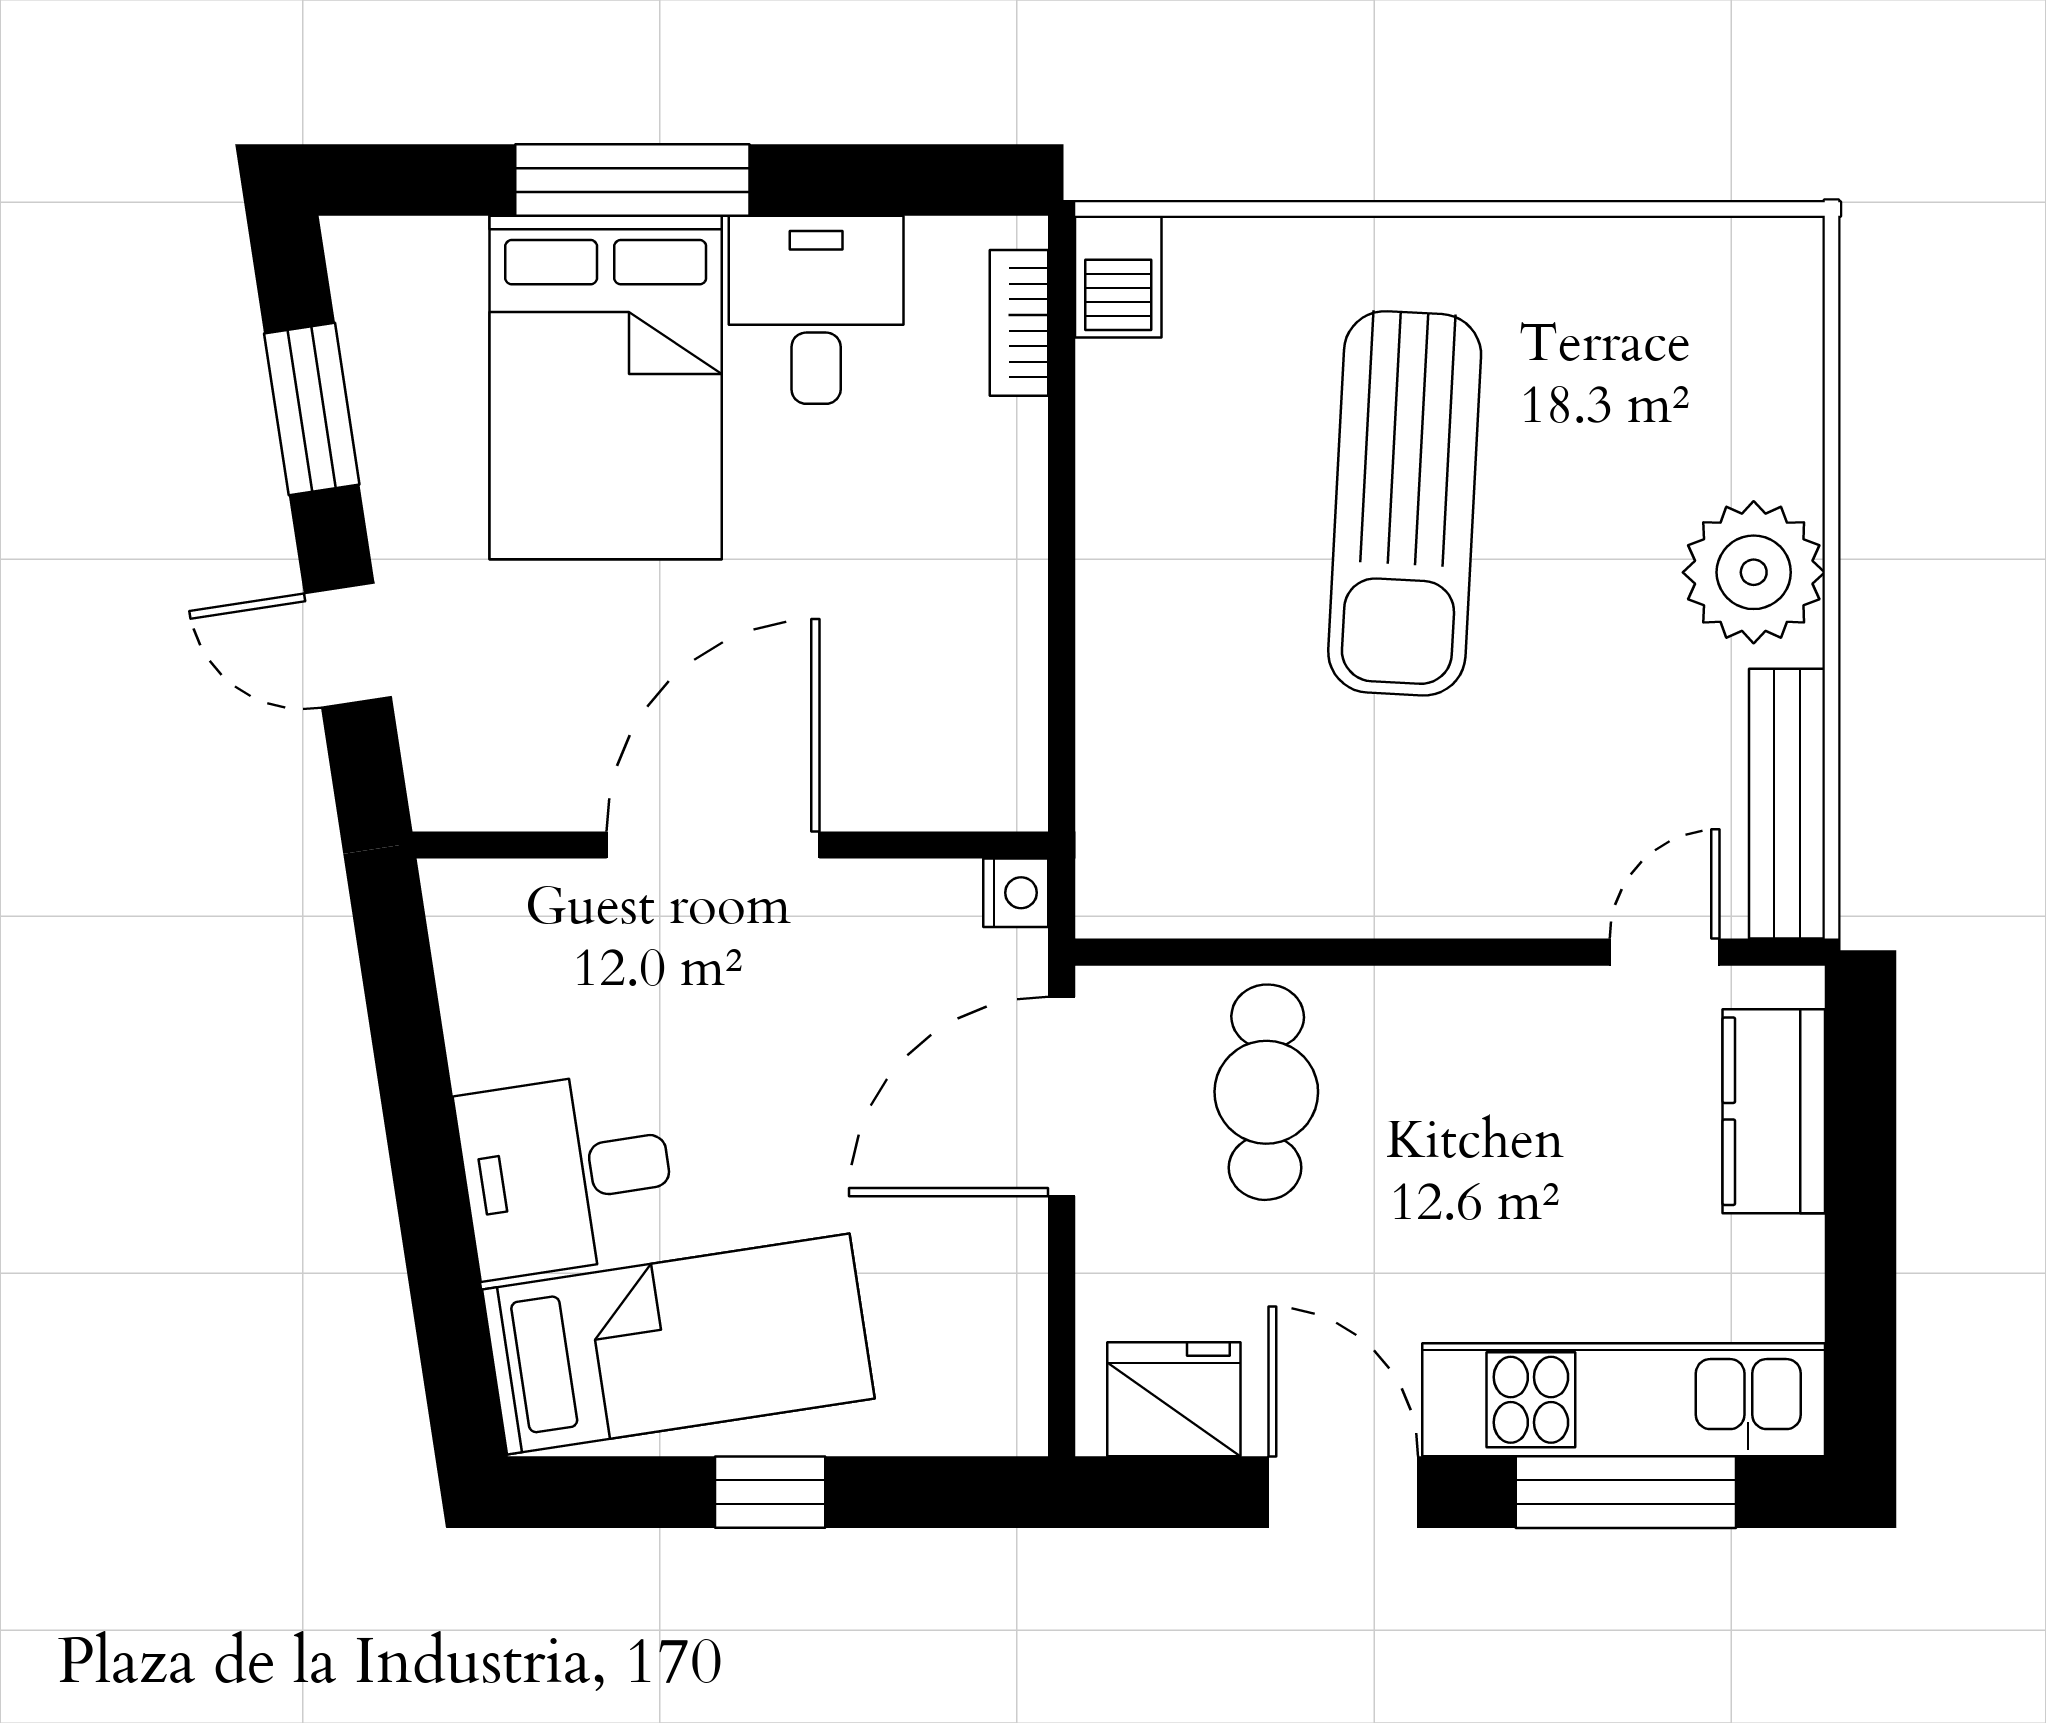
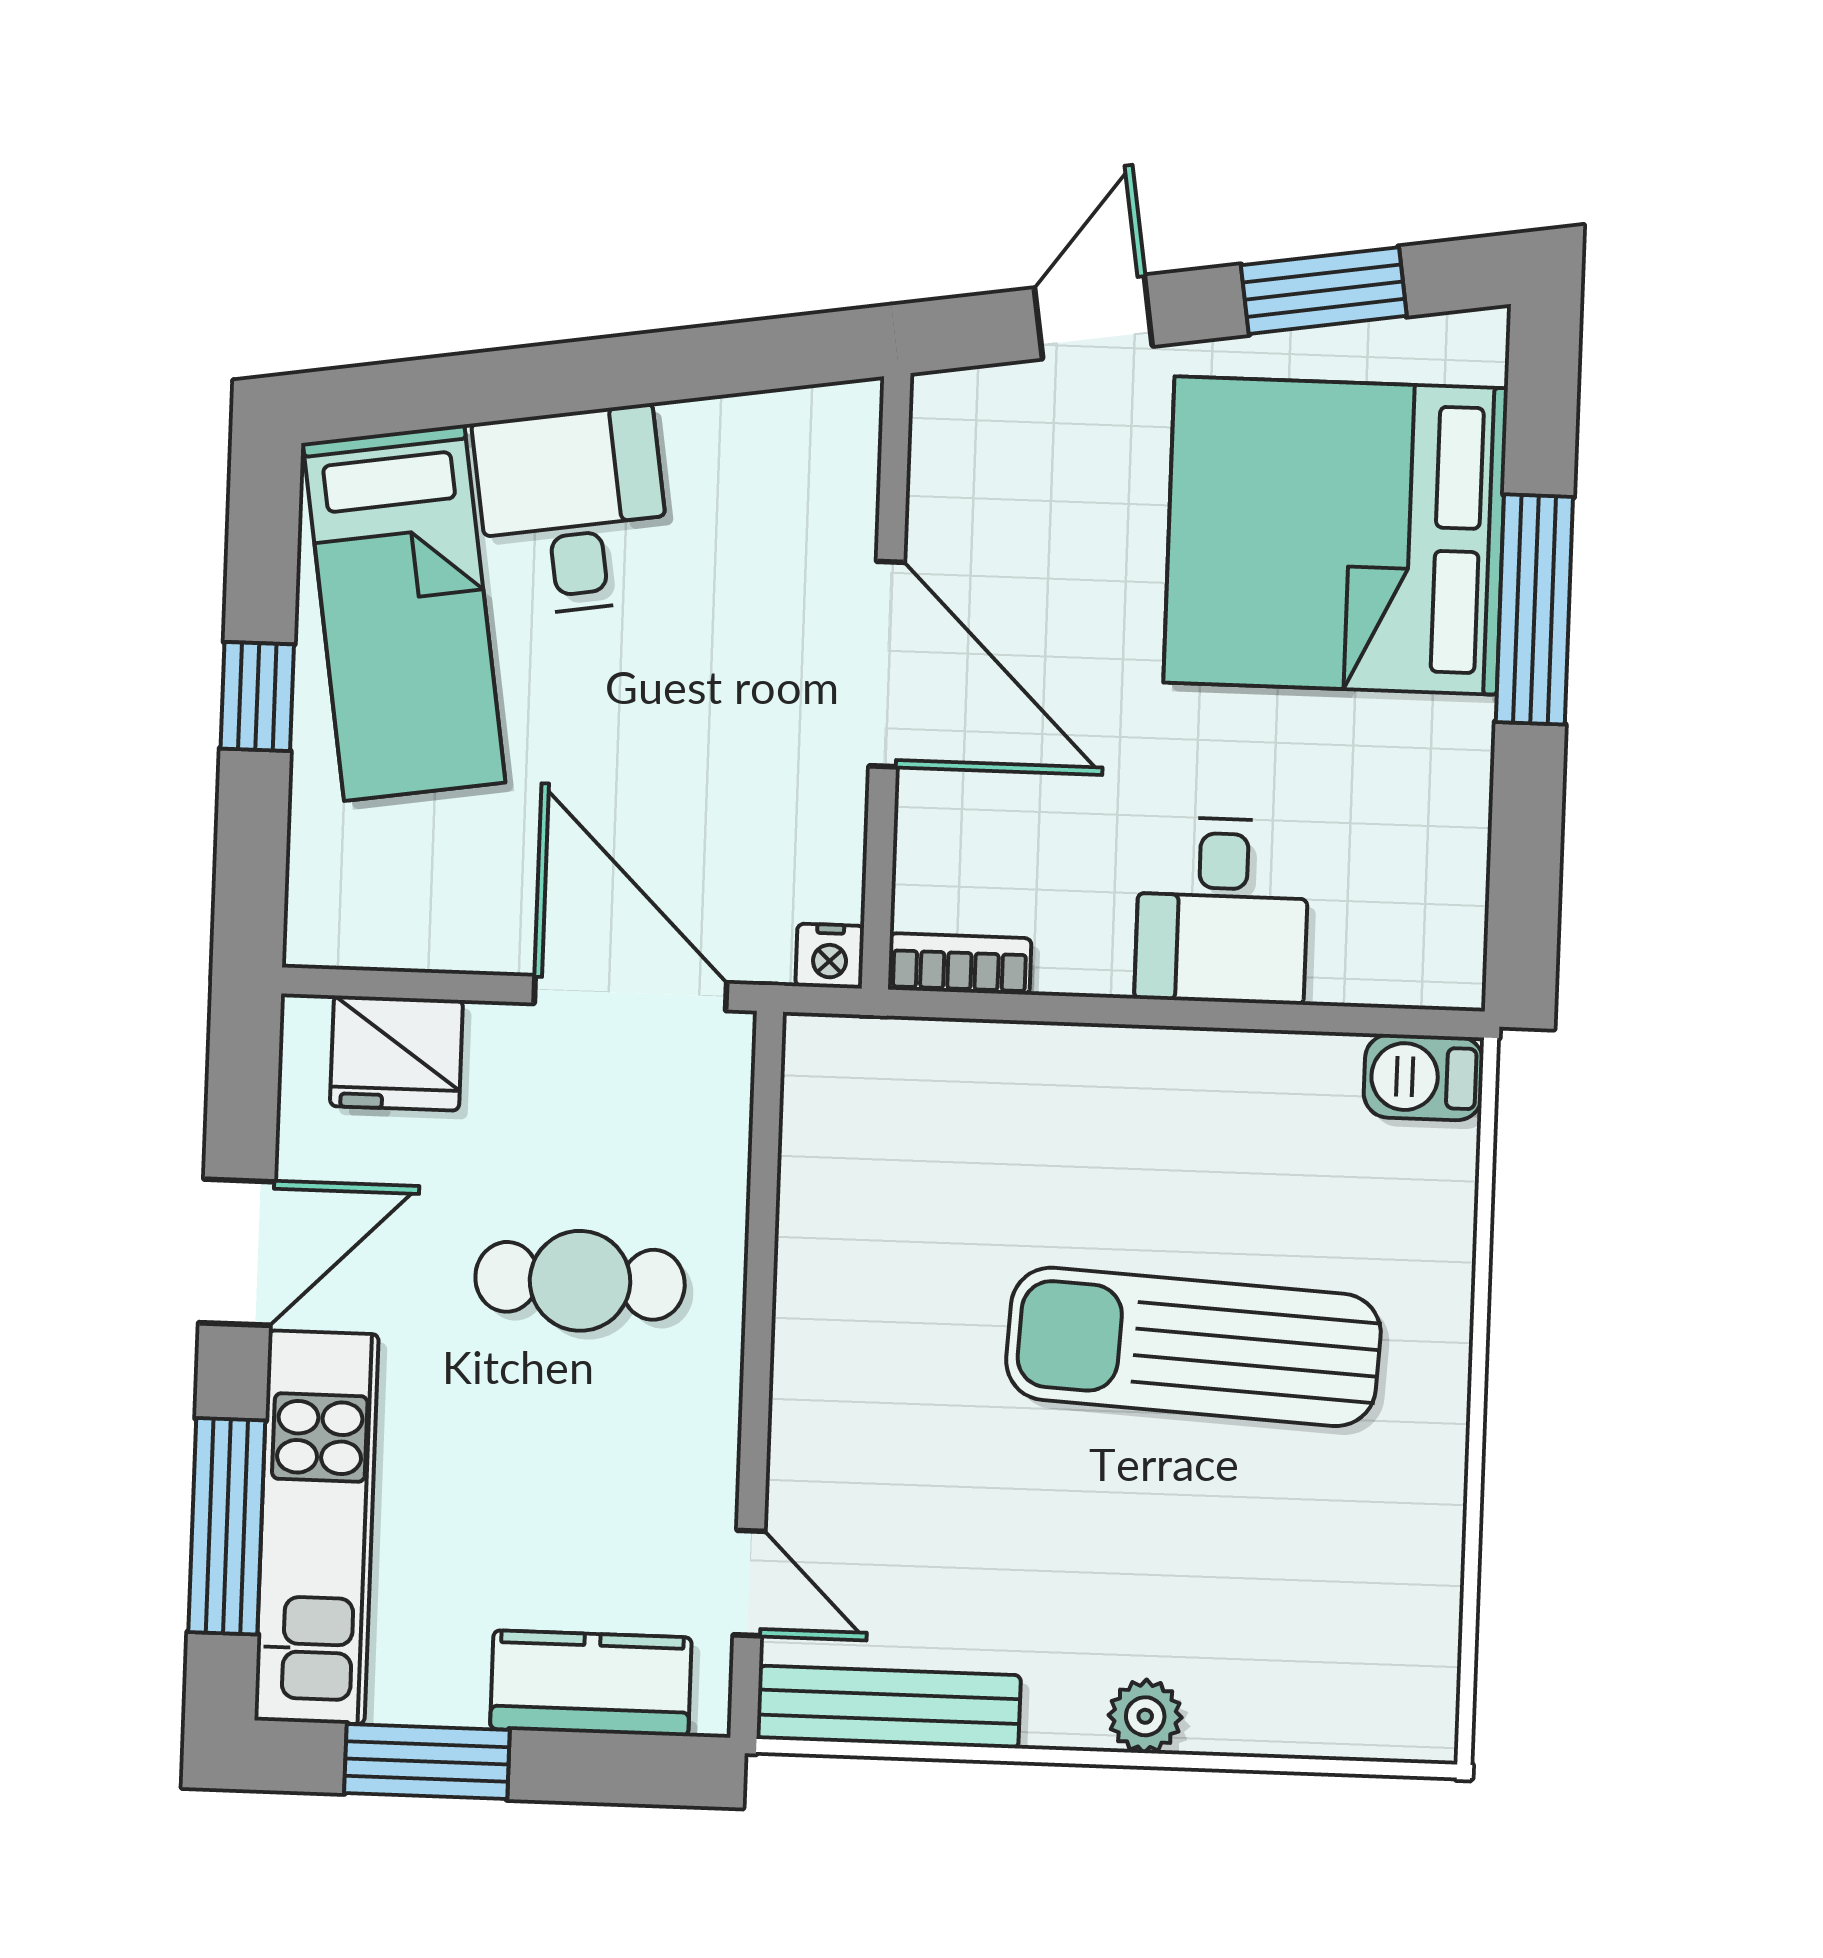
desk: (816, 310) -> (1222, 910), moved, turned 90
bookcase: (1019, 323) -> (960, 964), moved
bed: (606, 388) -> (1336, 535), width x1.36
plant: (1754, 572) -> (1145, 1716), width x0.53, depth x0.53
cafe table: (1266, 1092) -> (580, 1281), moved
window: (1860, 1277) -> (427, 1761), added
fridge: (1174, 1399) -> (396, 1053), moved, turned 90

